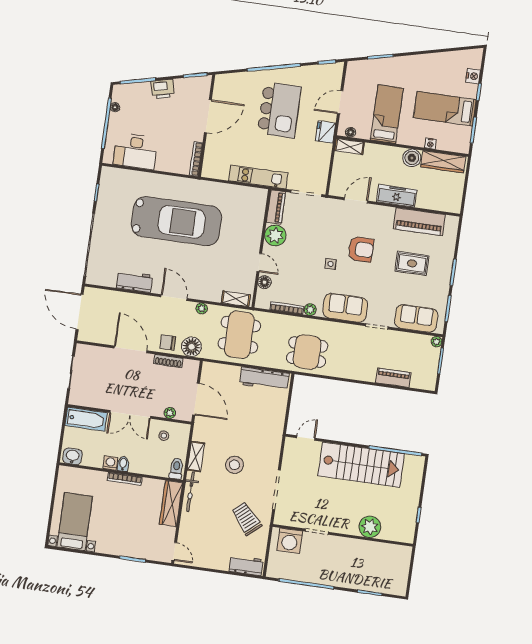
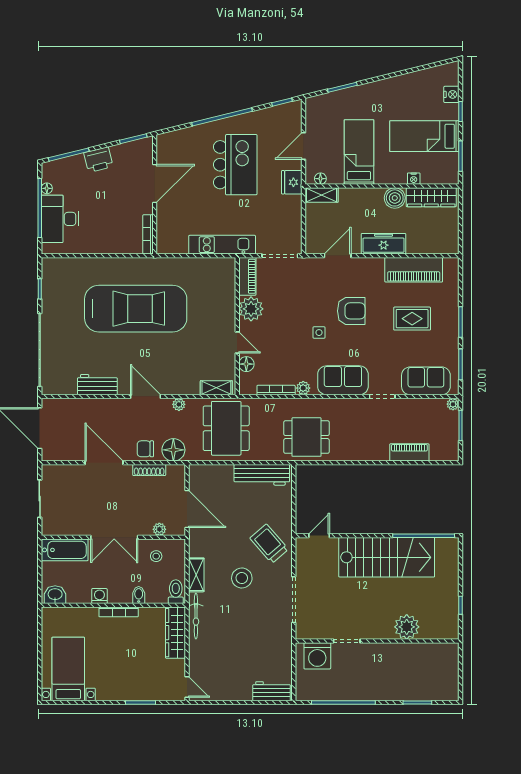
desk: (135, 151) -> (60, 219), moved, turned 90
bidet: (123, 464) -> (139, 595), moved
trolley: (246, 519) -> (269, 544), moved

